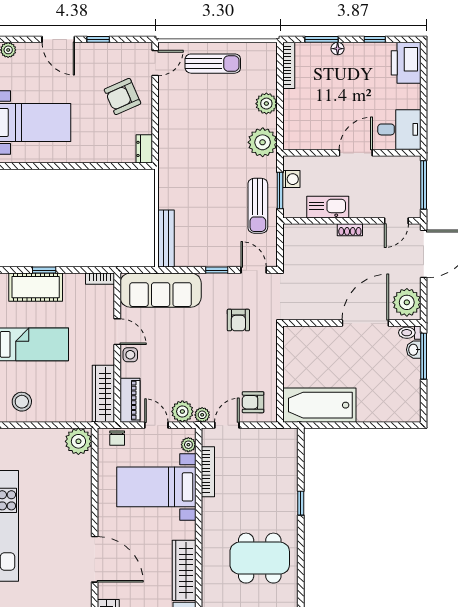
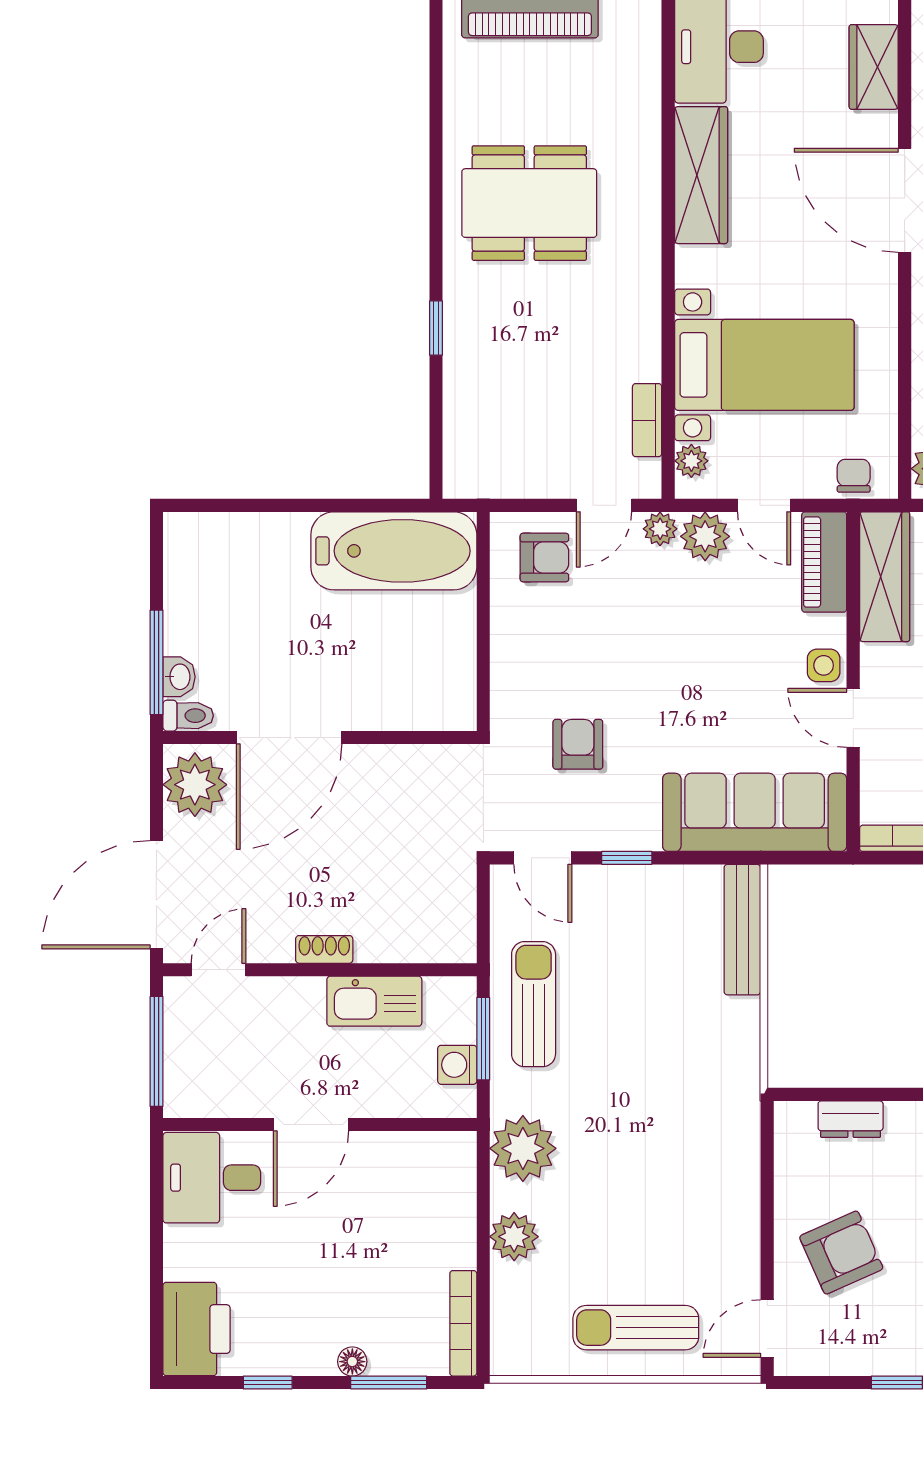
dresser: (144, 149) -> (851, 1119), moved, turned 90
bookcase: (208, 472) -> (647, 420), width x0.64

